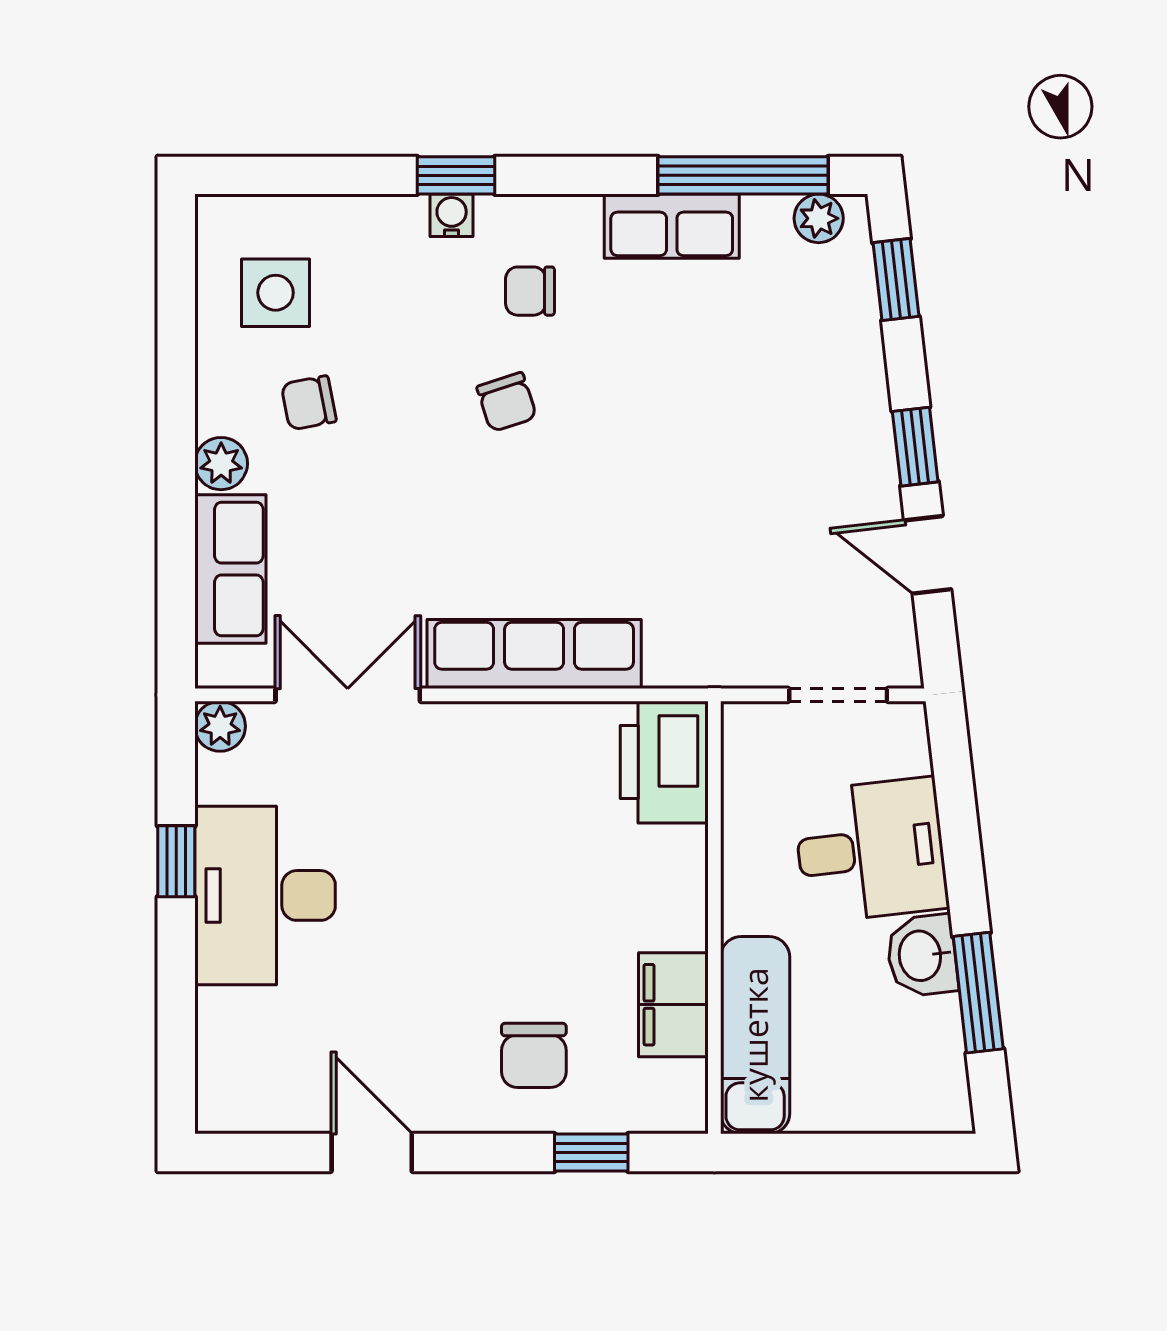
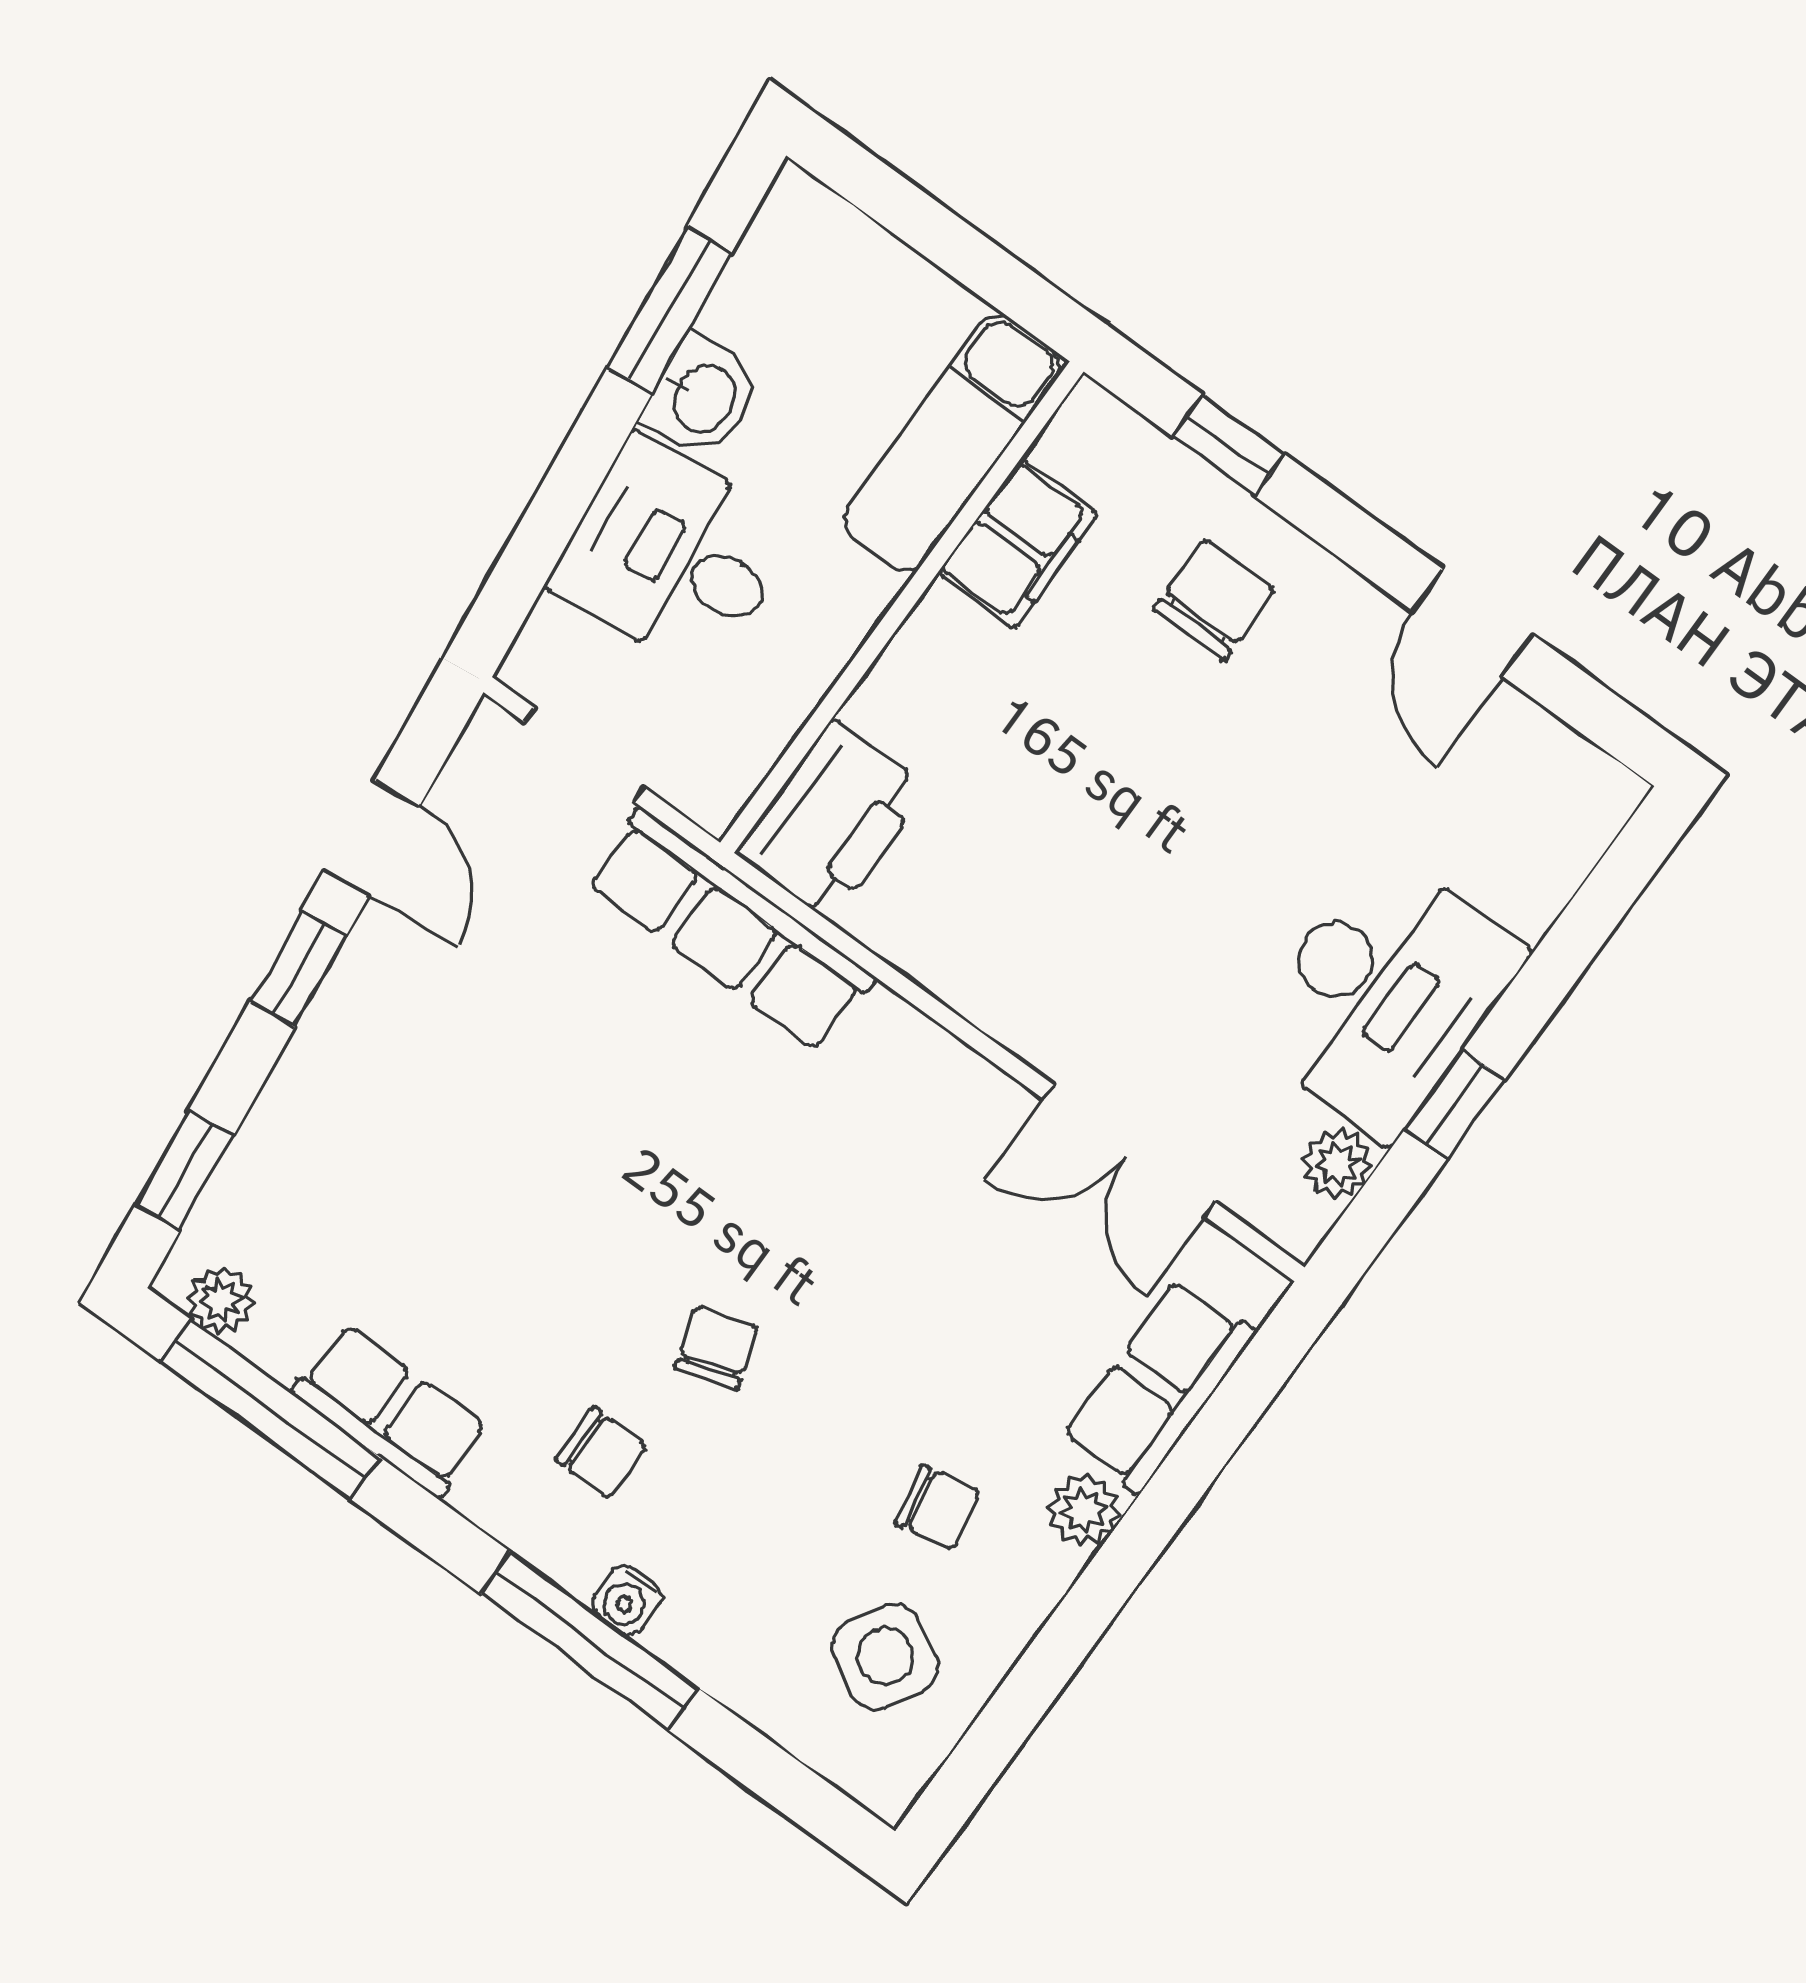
window: (456, 175) -> (590, 1641), width x2.17
side table: (276, 293) -> (885, 1656), turned 30
row of seats: (534, 654) -> (730, 930), moved
plant: (220, 726) -> (1337, 1164), moved

